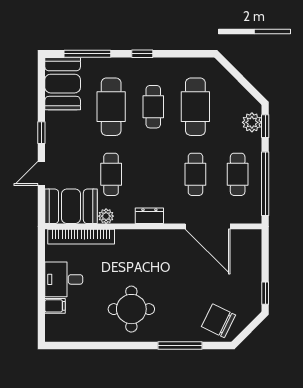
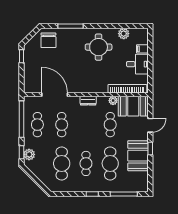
booth: (63, 84) -> (138, 156), moved
chair: (219, 321) -> (48, 40), turned 64
plant: (88, 332) -> (124, 34), added

